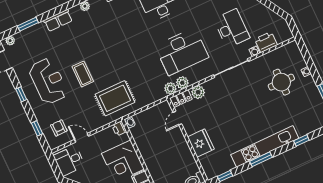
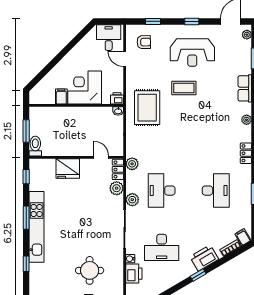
desk: (182, 52) -> (162, 191), width x0.73, depth x0.77
plant: (182, 83) -> (132, 200), moved
door: (82, 138) -> (125, 59), swing flipped

